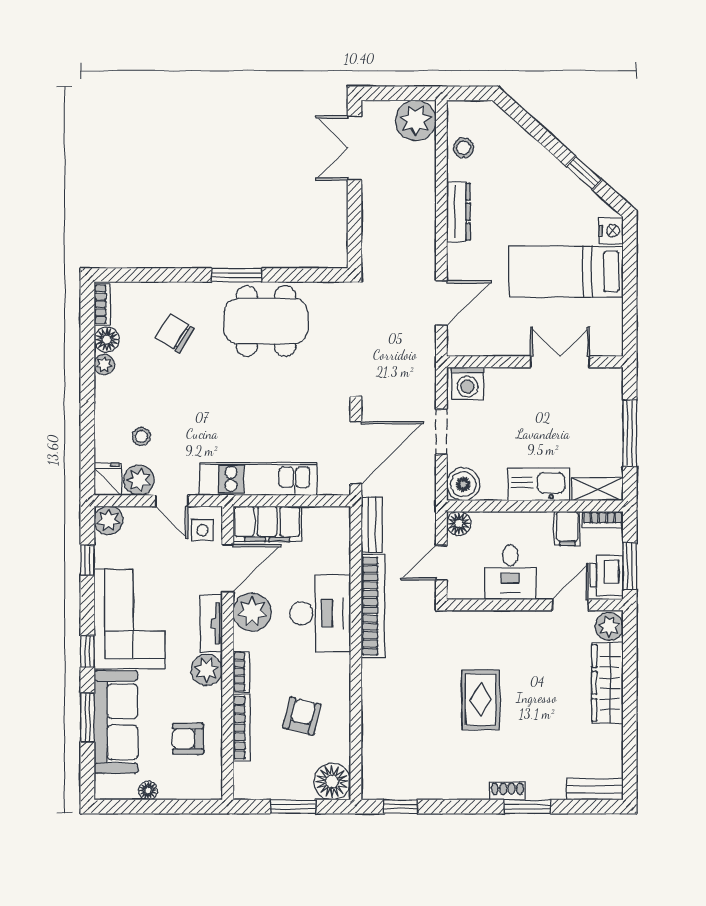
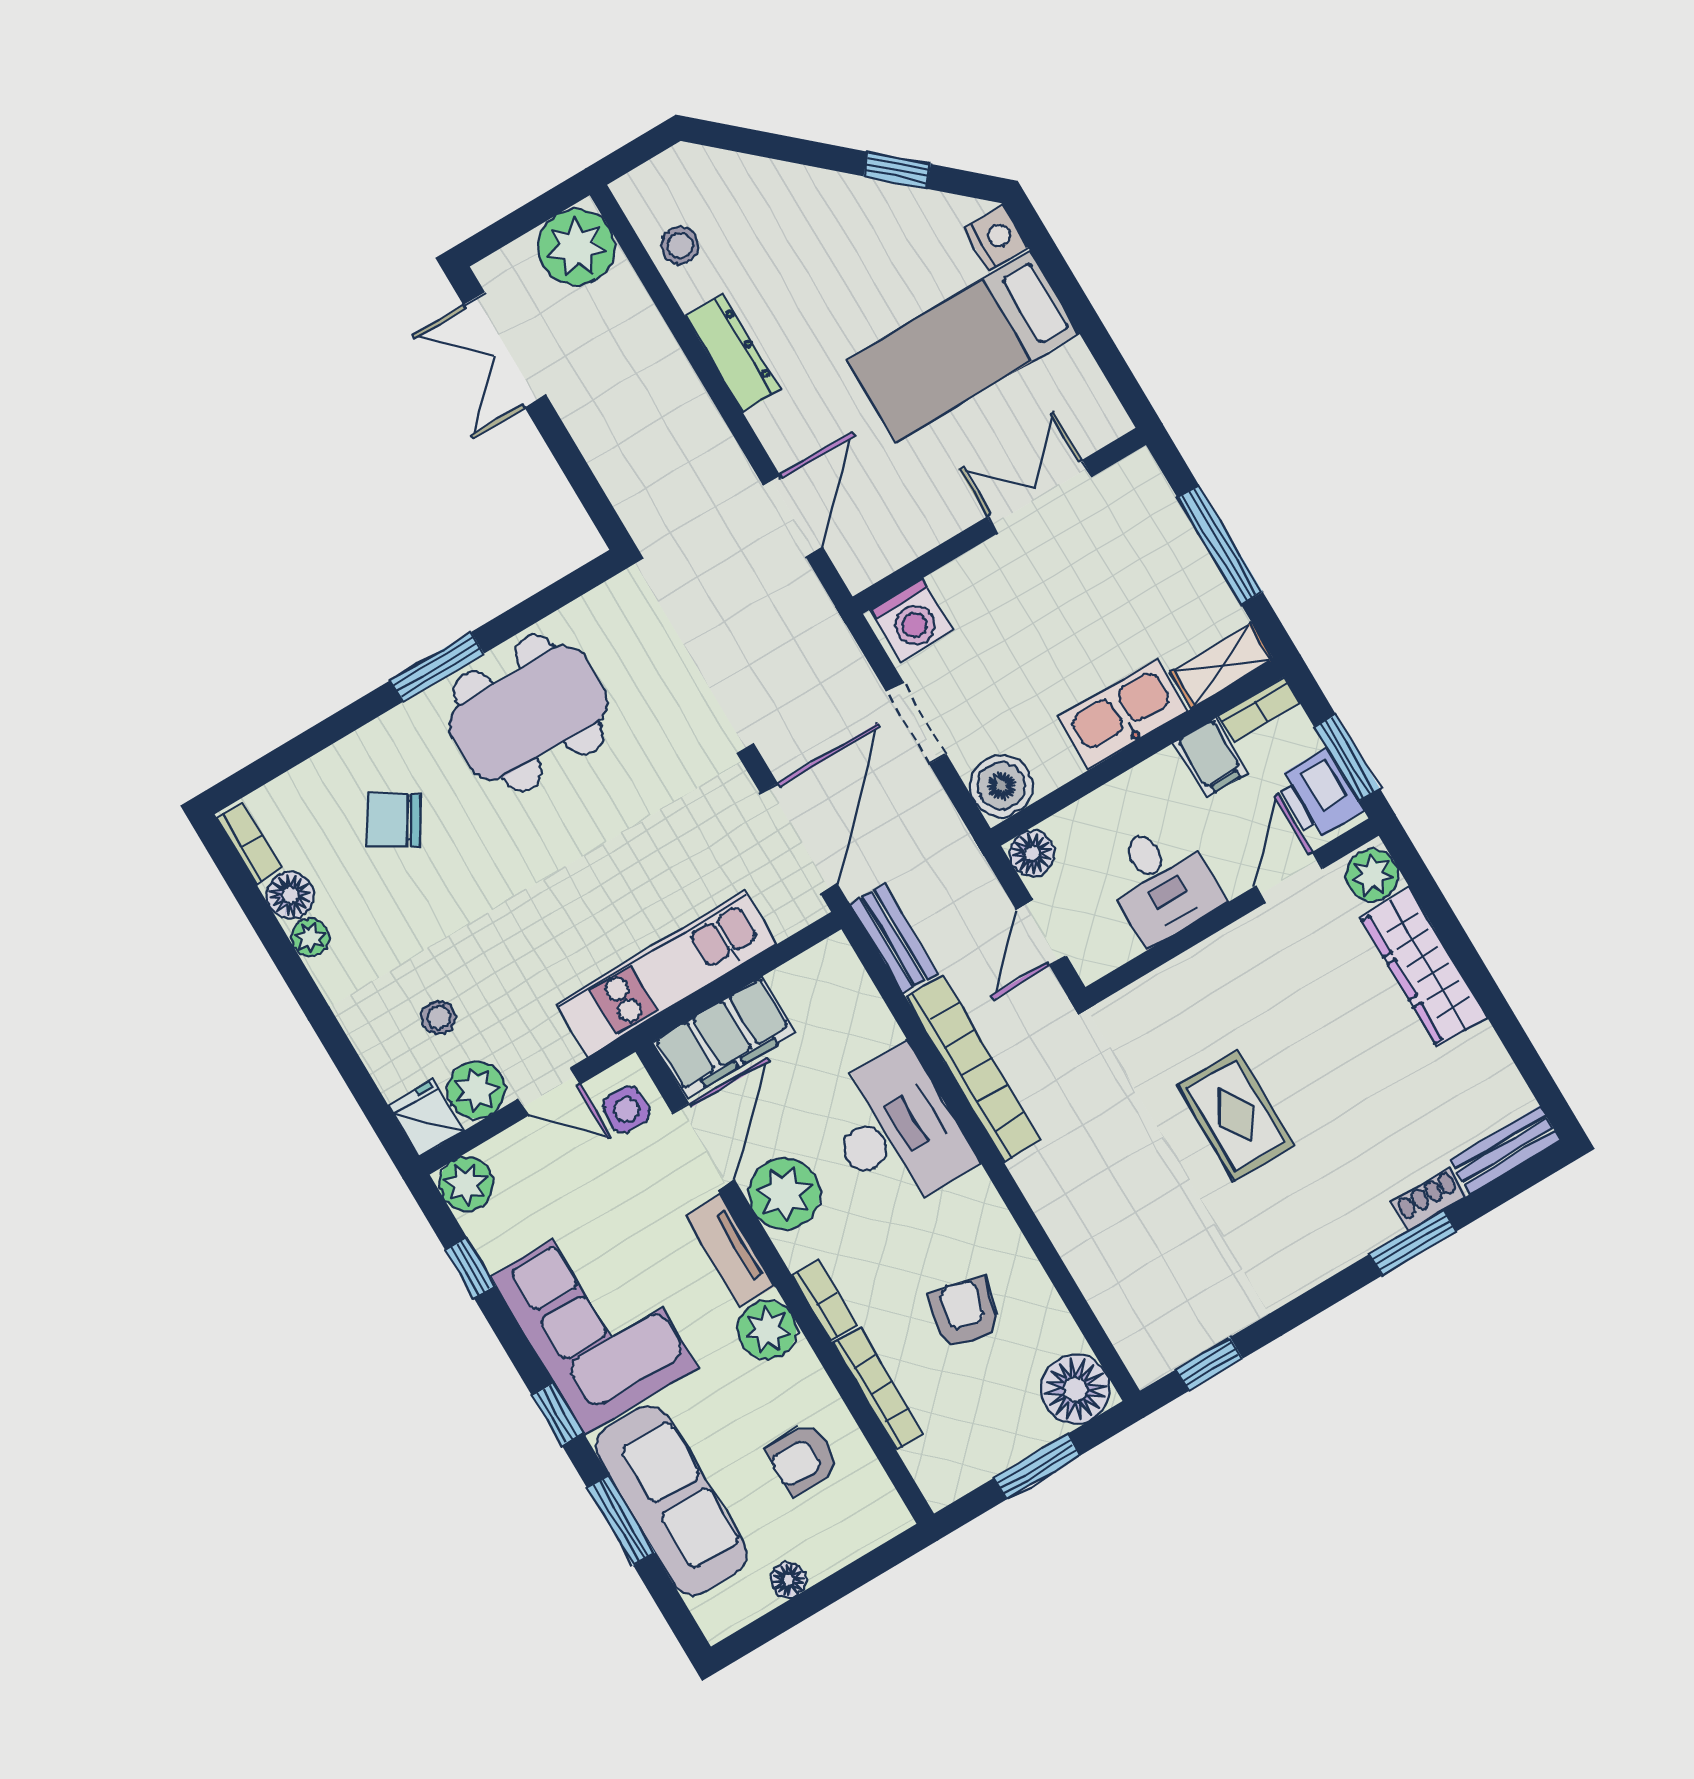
shoe rack: (507, 791) -> (1429, 1199), moved

